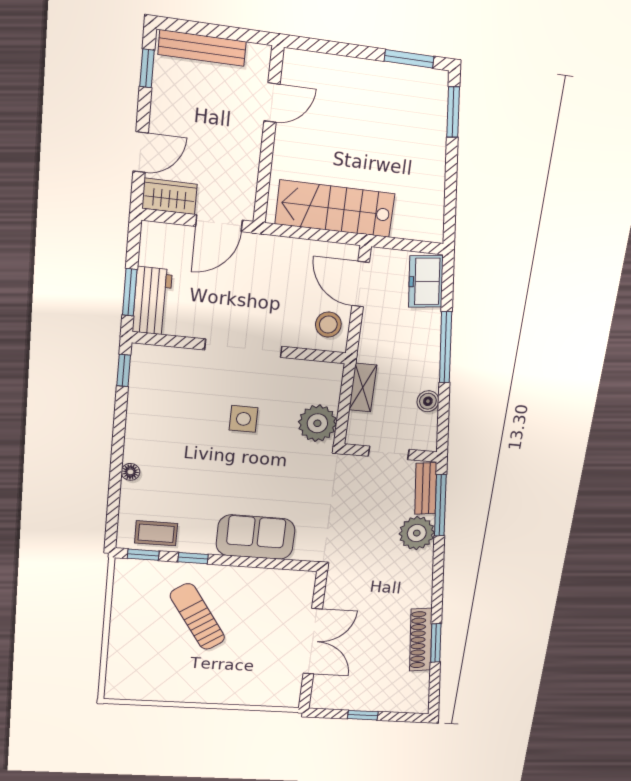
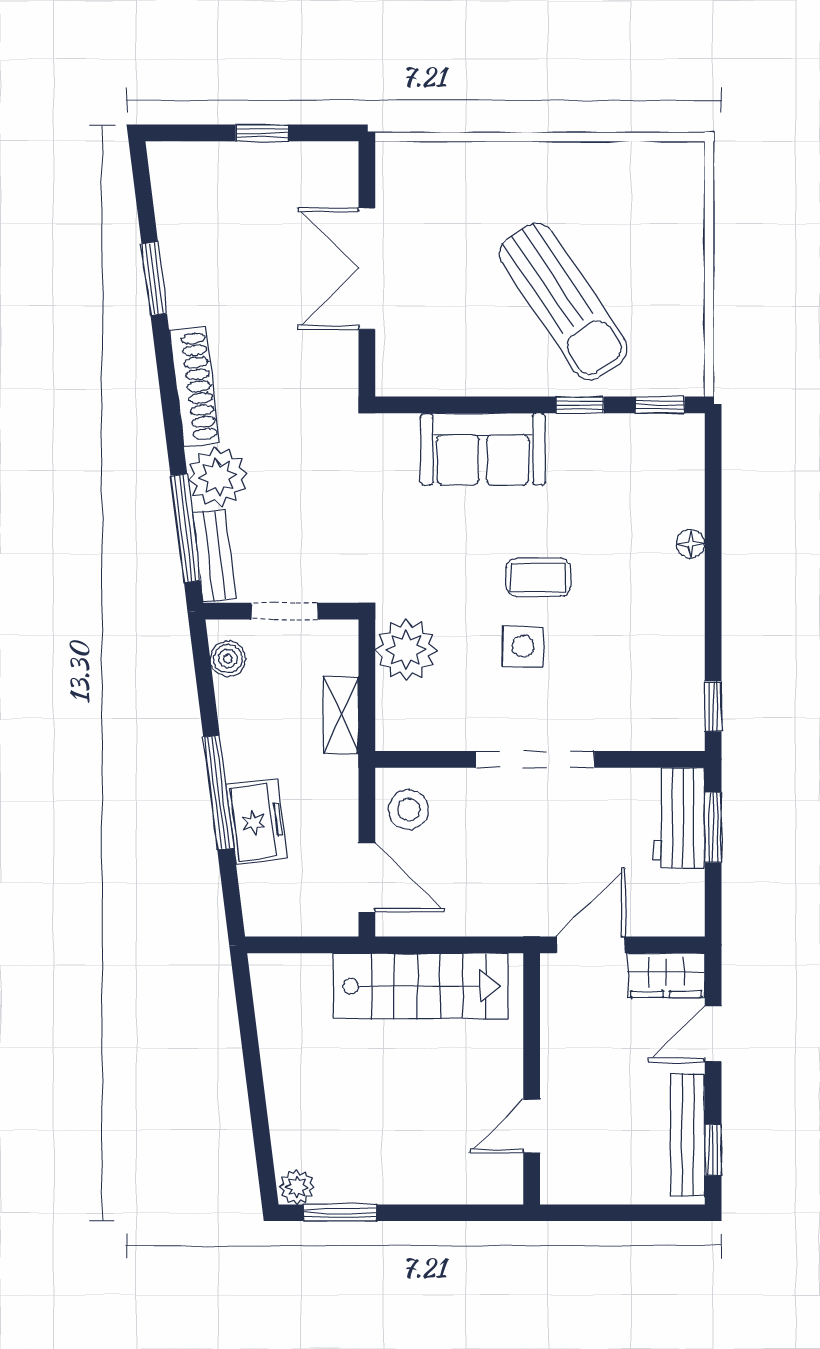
bench: (202, 48) -> (688, 1135), moved, turned 90
plant: (435, 81) -> (297, 1187), added
window: (453, 112) -> (263, 1147), removed
freezer: (426, 281) -> (257, 822), moved
boiler: (428, 401) -> (228, 659), moved
coffee table: (156, 533) -> (538, 577), moved
sun lounger: (197, 617) -> (563, 302), width x1.36, depth x1.34
shoe rack: (421, 640) -> (194, 387), moved

